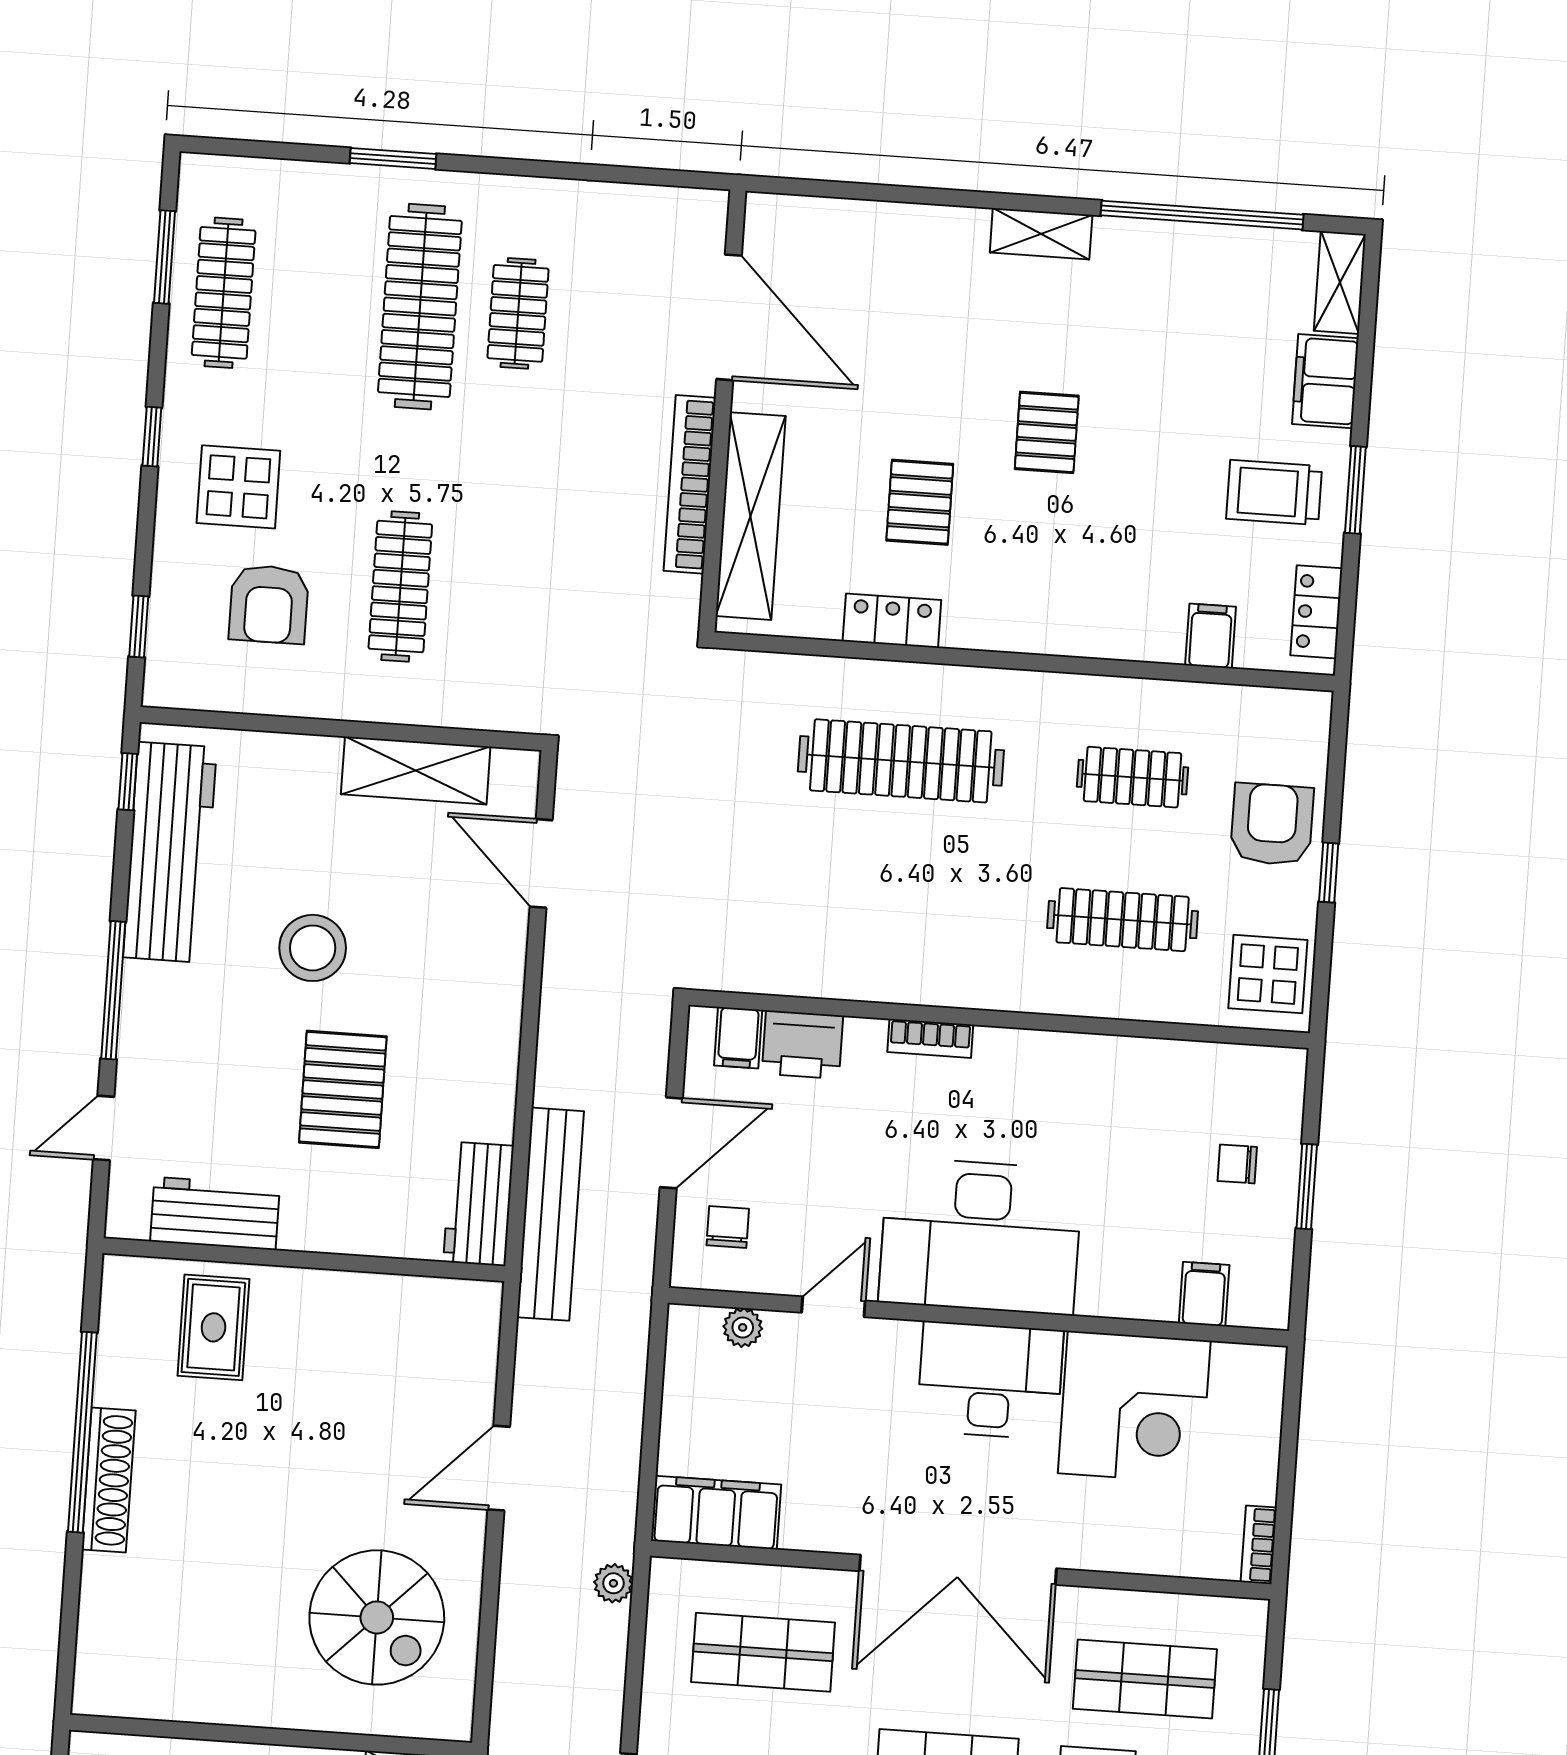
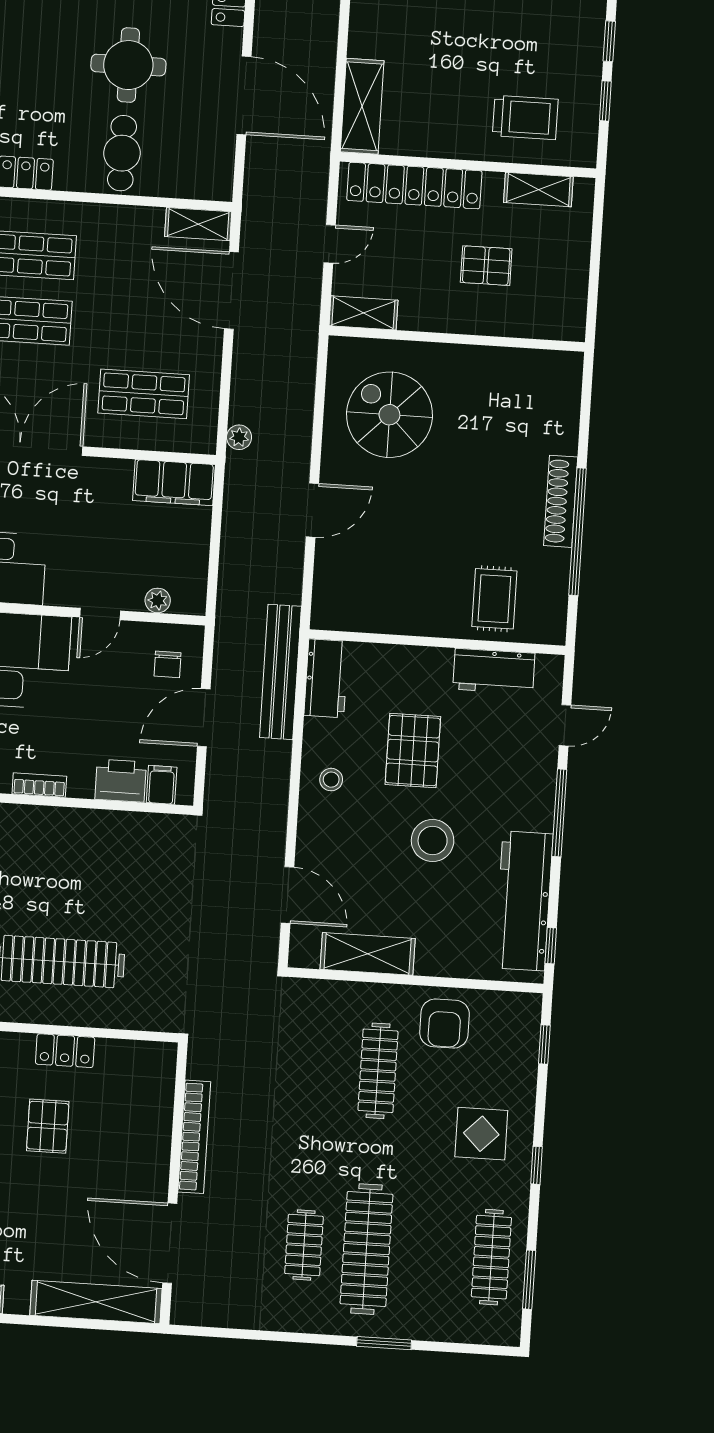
shelving: (751, 516) -> (96, 1302), moved, turned 90
armchair: (269, 604) -> (445, 1024), moved, turned 180
stool: (472, 1045) -> (331, 780), added

